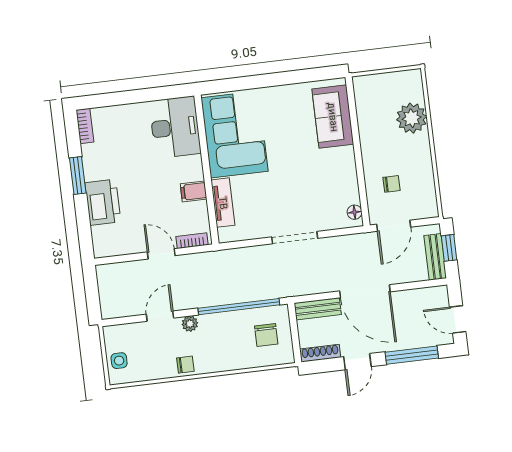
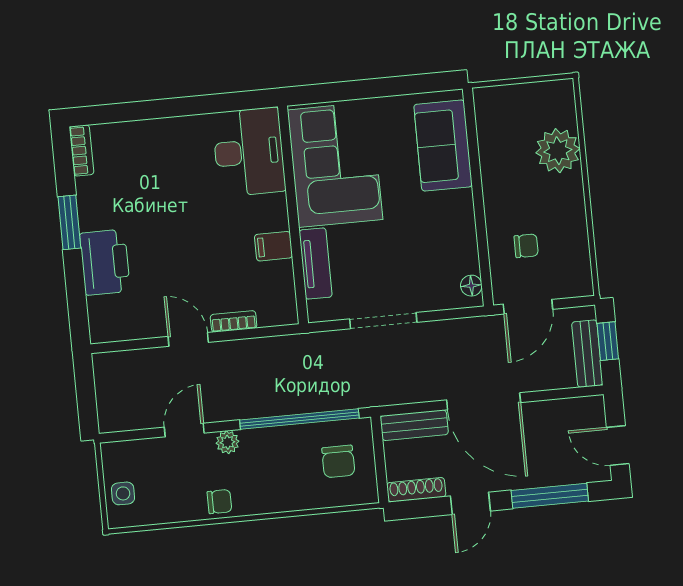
desk: (175, 127) -> (249, 152), moved
corner sofa: (235, 134) -> (335, 165), moved
wall: (206, 170) -> (293, 215), moved
filing cabinet: (194, 191) -> (273, 246), moved
tv unit: (223, 203) -> (316, 264), moved

